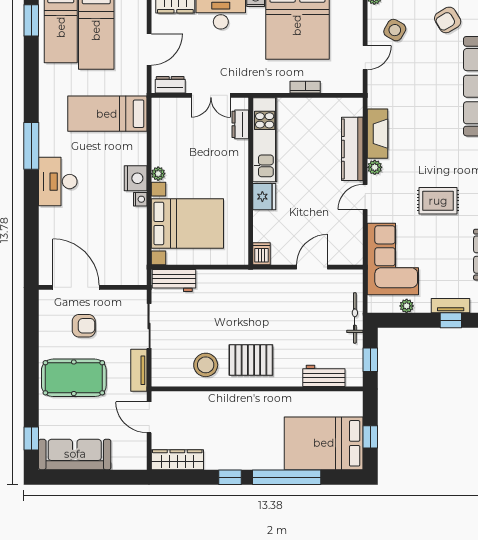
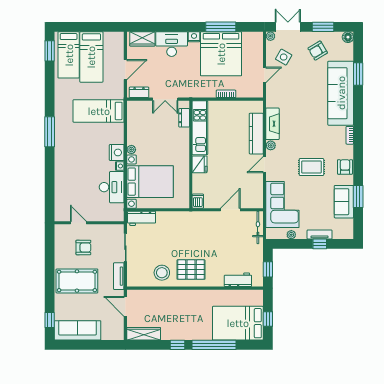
desk: (58, 182) -> (112, 187), moved, turned 180
door: (76, 287) -> (78, 223), width x0.53
bicycle: (355, 318) -> (258, 227), moved

